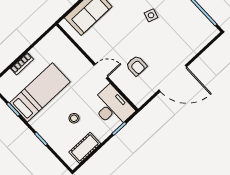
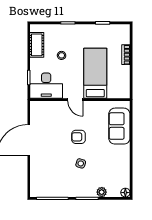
armchair: (136, 66) -> (79, 137), moved
door: (101, 71) -> (75, 100), hinge flipped
bed: (40, 92) -> (95, 73), moved, turned 180

